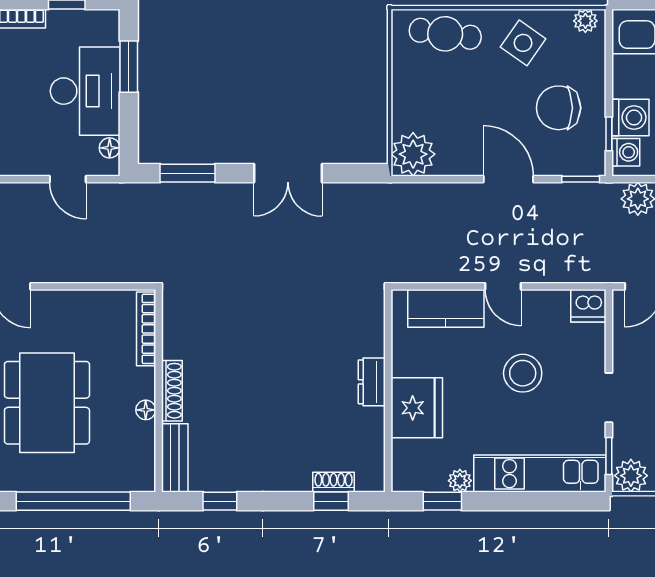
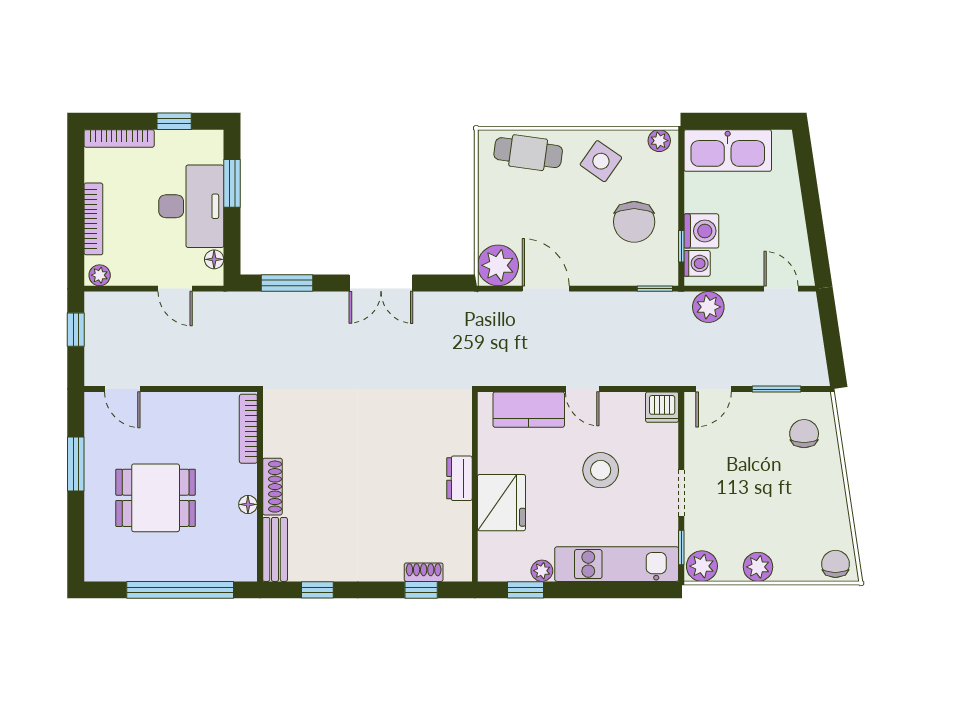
chair: (559, 108) -> (634, 222), turned -90
door: (508, 179) -> (546, 289), moved
dining table: (47, 403) -> (156, 498), width x0.73

